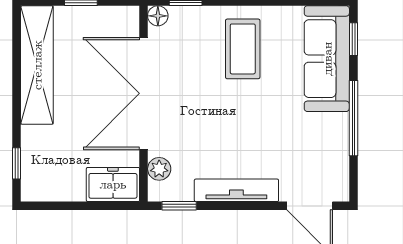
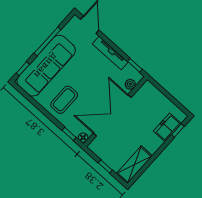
sofa: (327, 59) -> (46, 66), width x1.36, depth x1.27
shelving: (37, 65) -> (134, 165), width x0.68
double door: (144, 93) -> (112, 115), swing flipped
freezer: (113, 184) -> (167, 127), moved, turned 90

